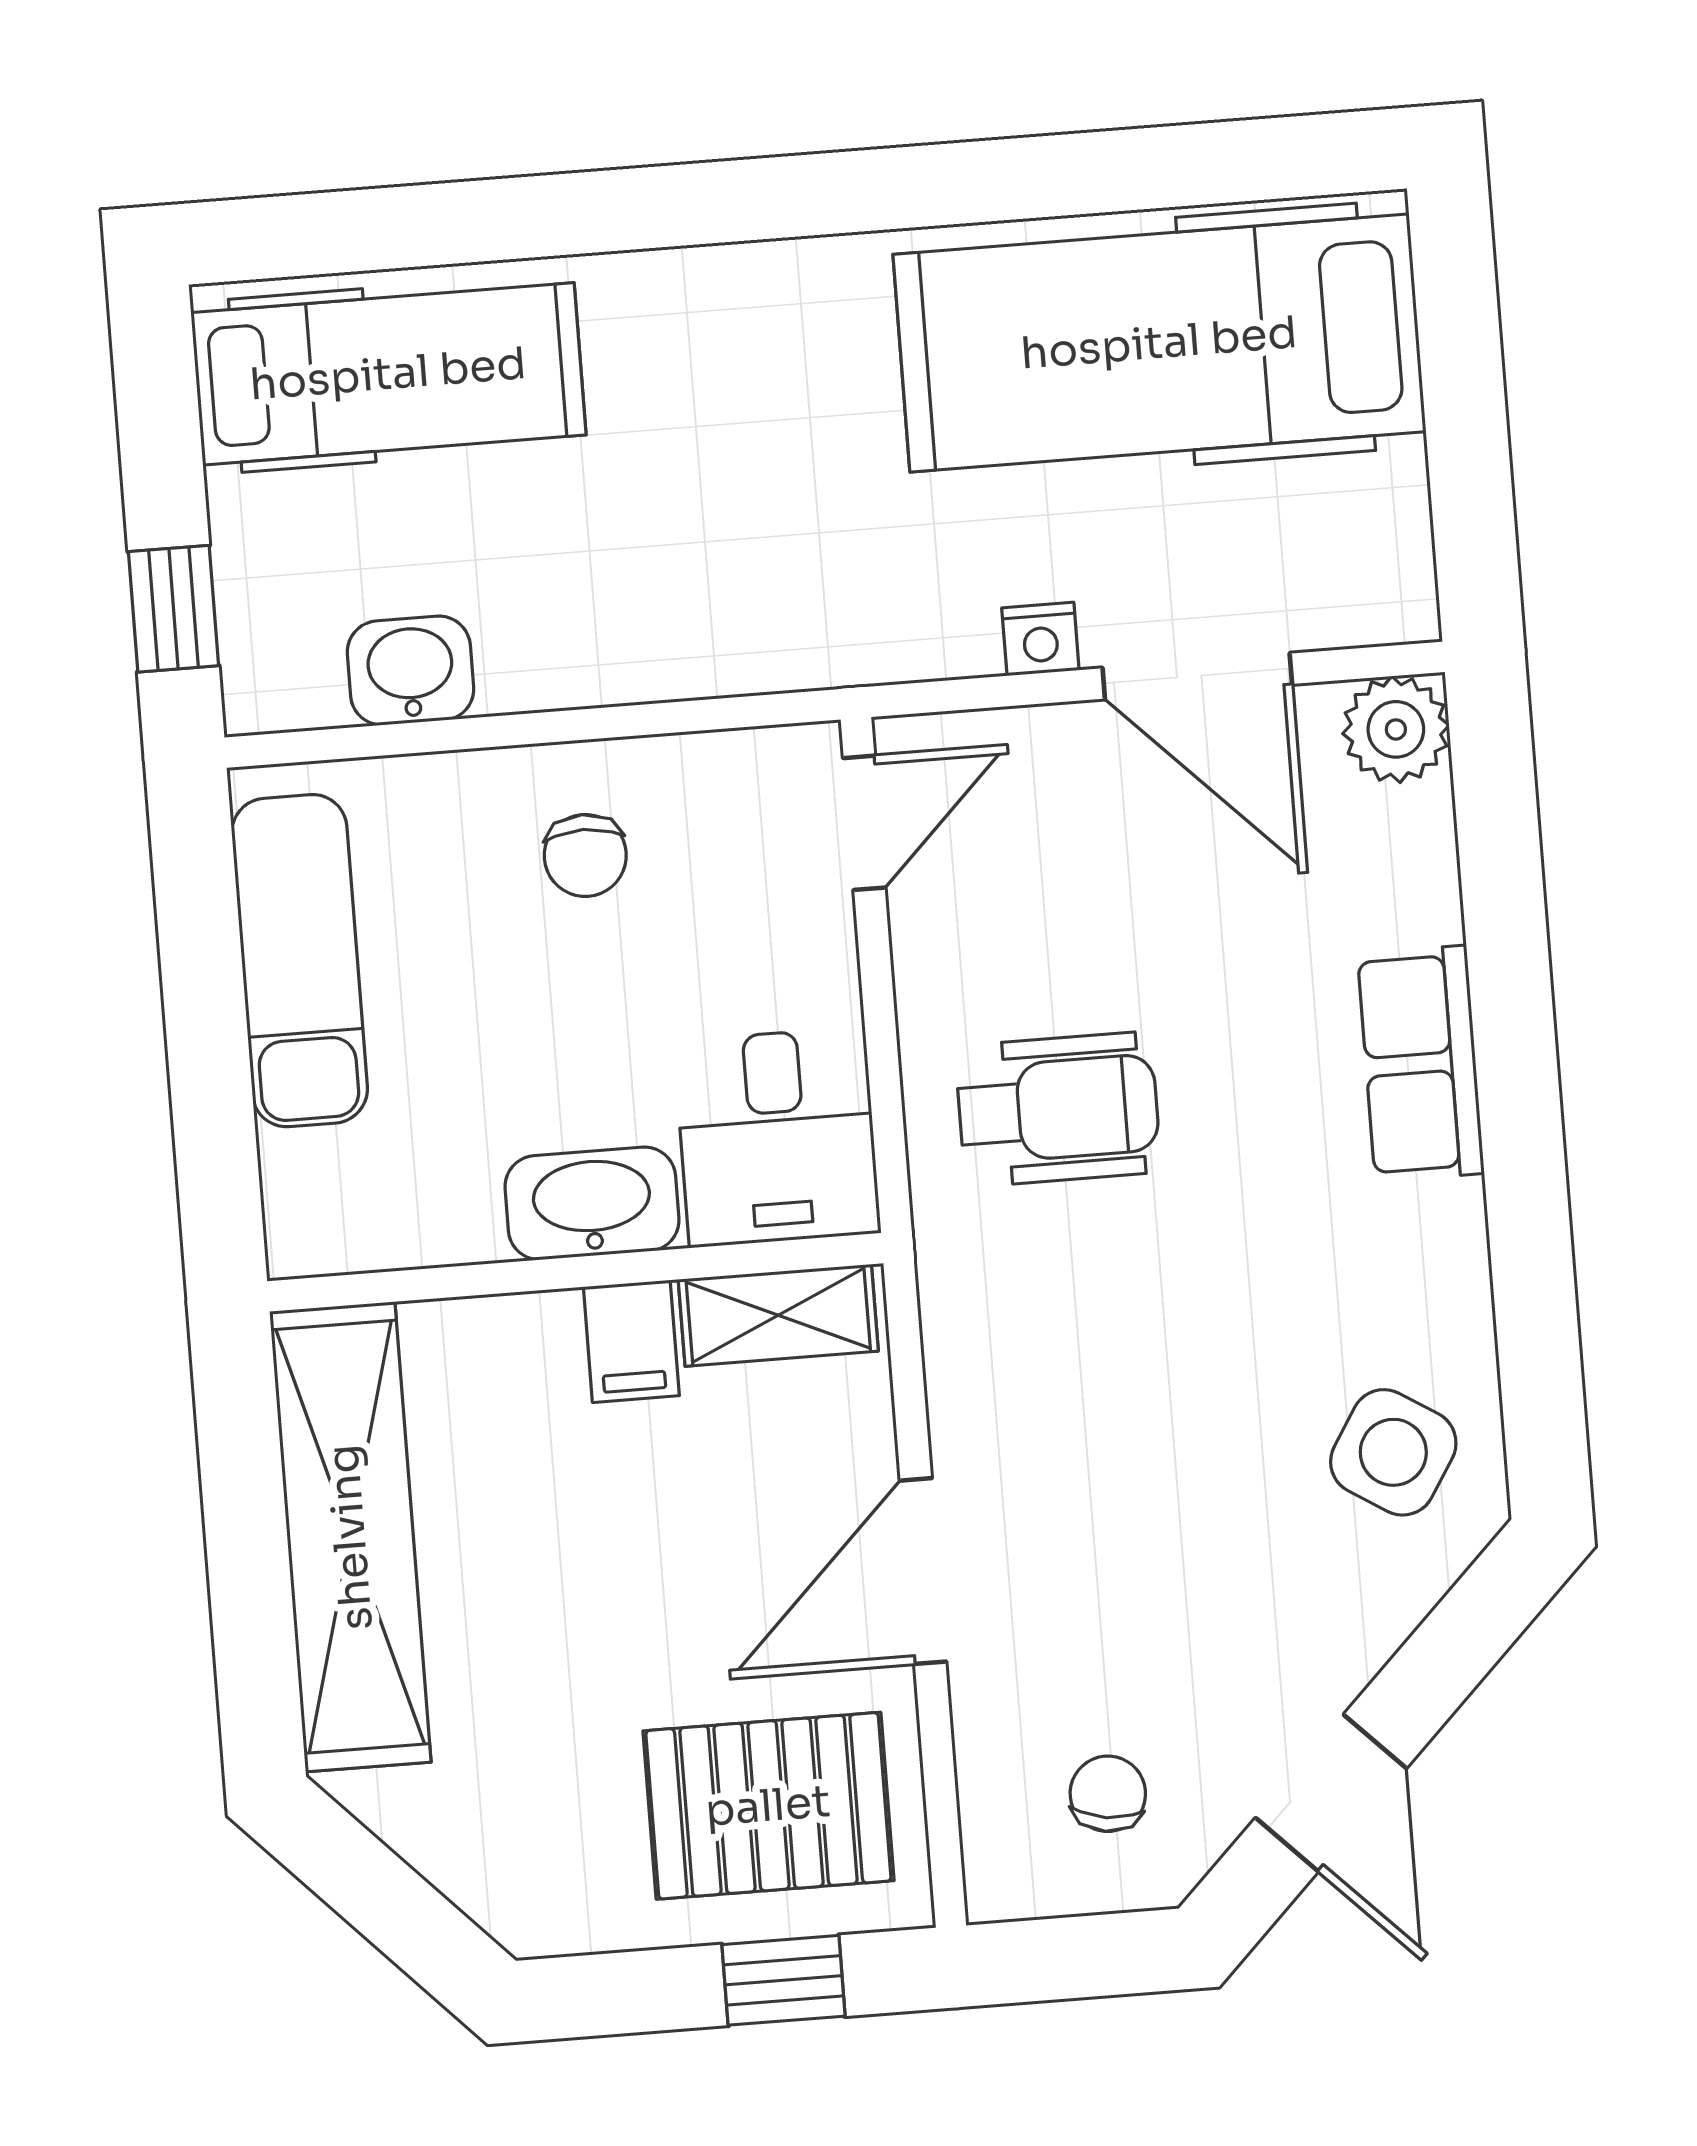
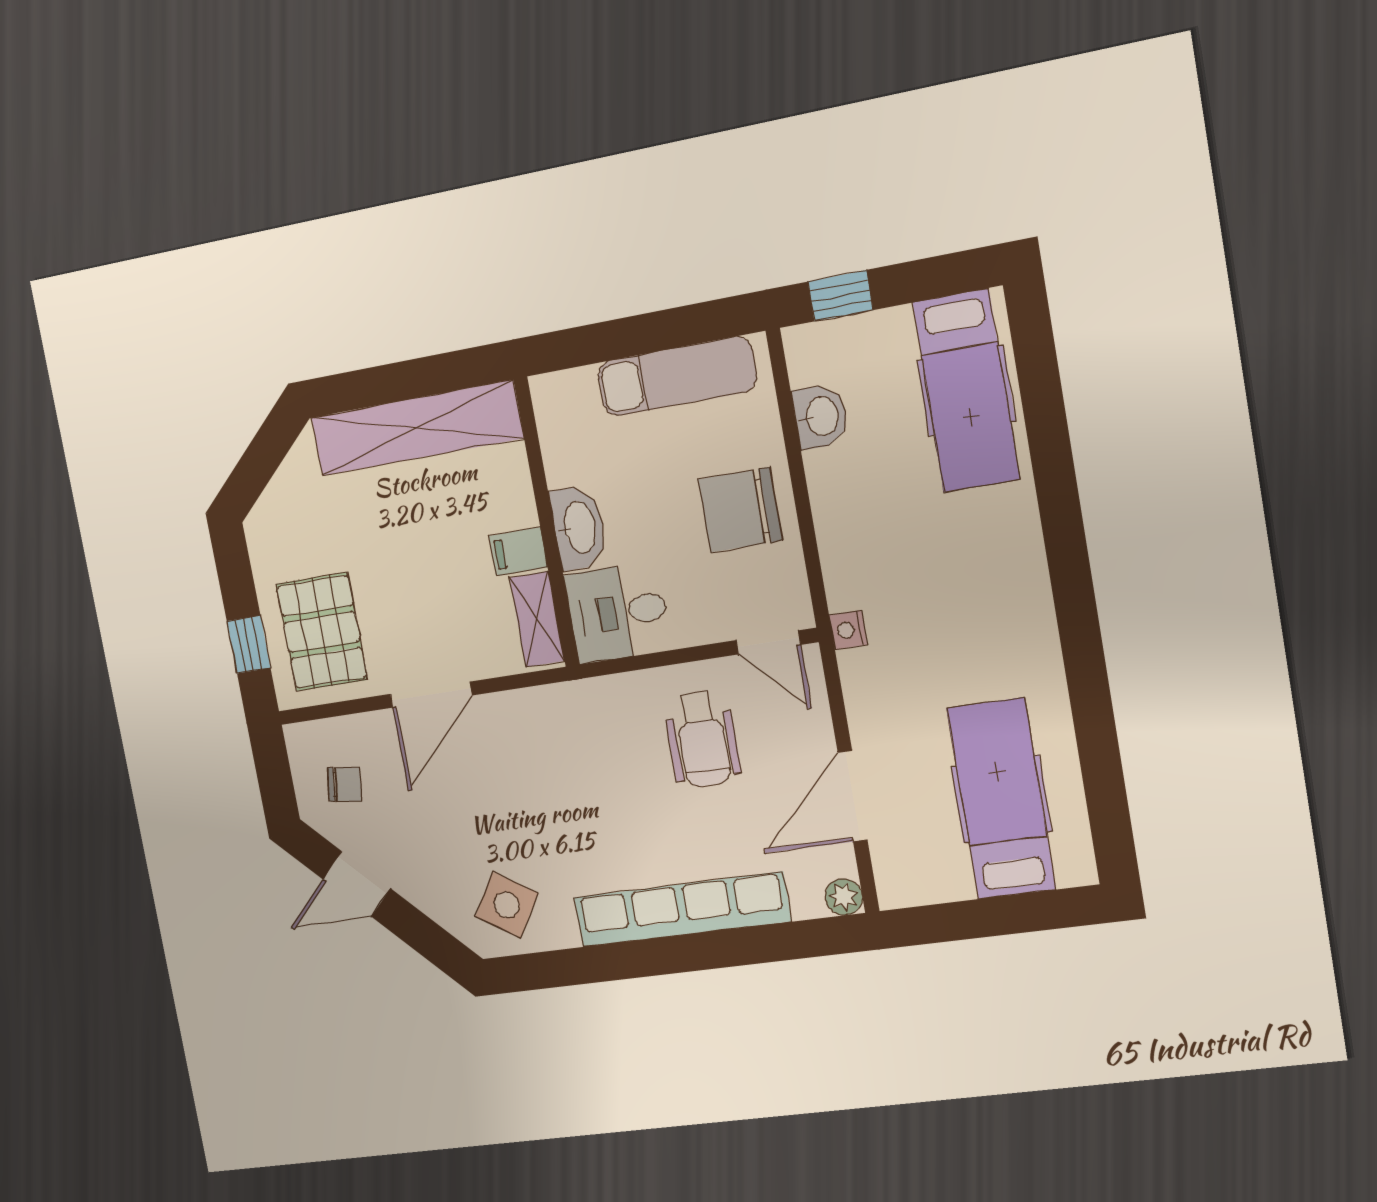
hospital bed: (1159, 343) -> (1001, 799), width x0.73, depth x0.78
nightstand: (1040, 639) -> (848, 630), moved
plant: (1396, 729) -> (844, 897), width x0.73, depth x0.73
chair: (585, 855) -> (740, 510), width x1.87, depth x1.87
row of seats: (1421, 1063) -> (682, 910), width x2.02
wheelchair: (1058, 1109) -> (702, 739), moved
door: (923, 1571) -> (431, 695), swing flipped

